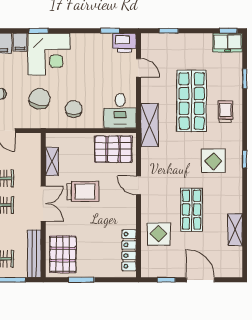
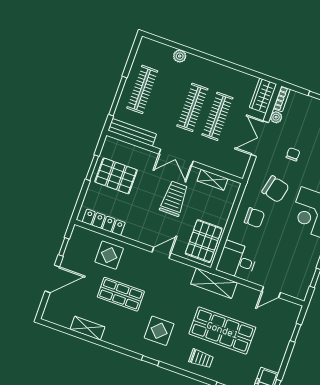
printer: (124, 43) -> (299, 287), removed
trolley: (83, 192) -> (174, 199), turned 180
pallet: (63, 254) -> (116, 176), moved

